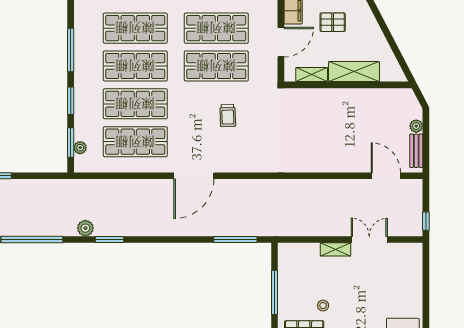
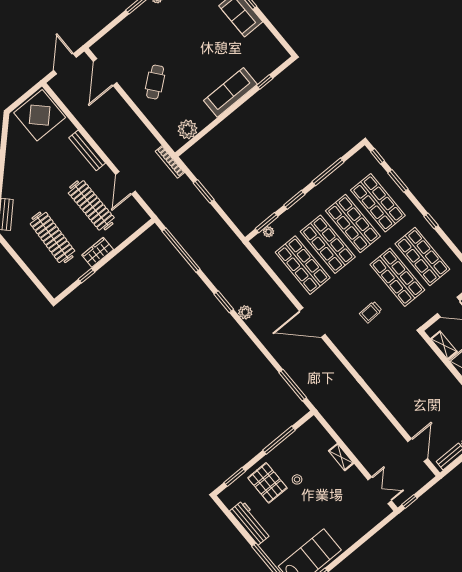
plant: (85, 228) -> (245, 312), moved
double door: (369, 239) -> (380, 490), moved

